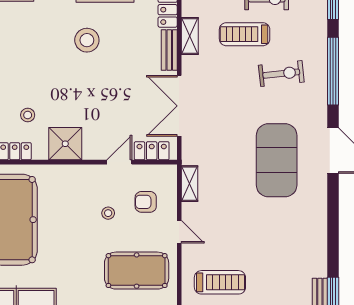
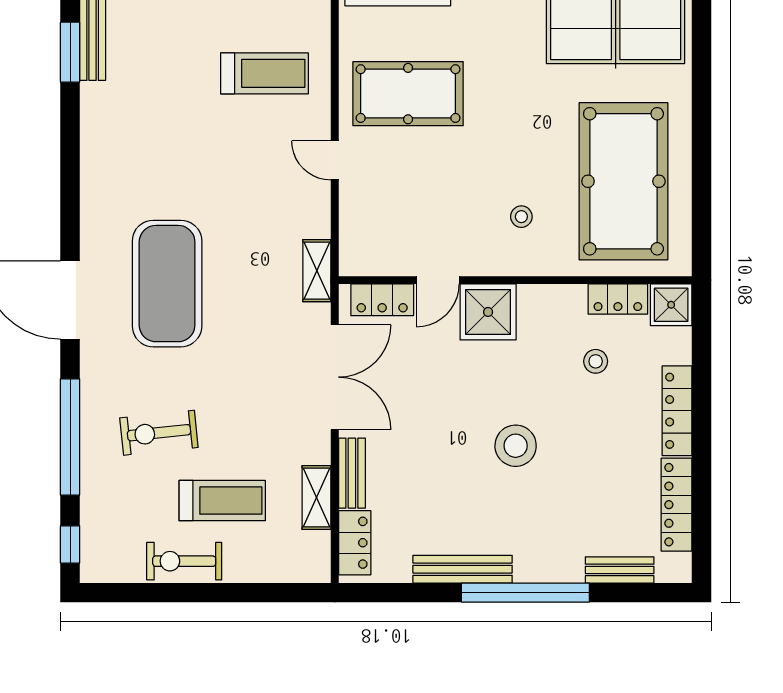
stool: (87, 40) -> (516, 446), moved
shower: (65, 144) -> (488, 312), moved
shelving: (190, 184) -> (317, 271), moved
armchair: (146, 202) -> (392, 212), removed
stool: (108, 213) -> (521, 217), moved
treadmill: (220, 282) -> (265, 73), turned 180

